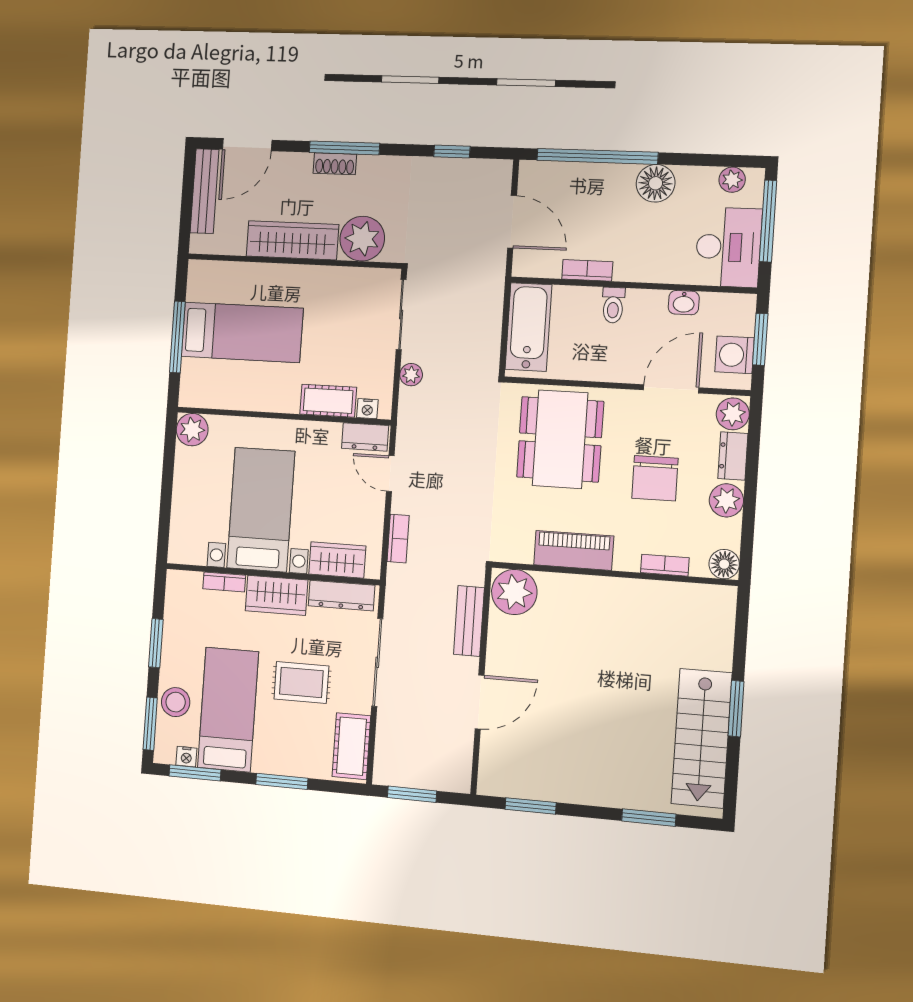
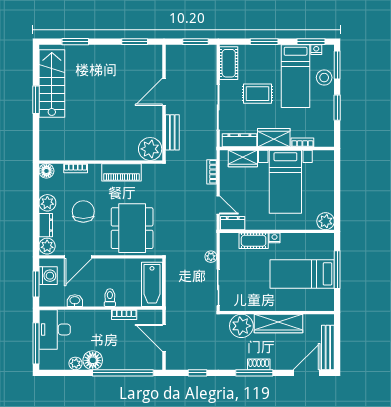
plant: (732, 180) -> (75, 363), moved
nightstand: (367, 409) -> (275, 238), moved

